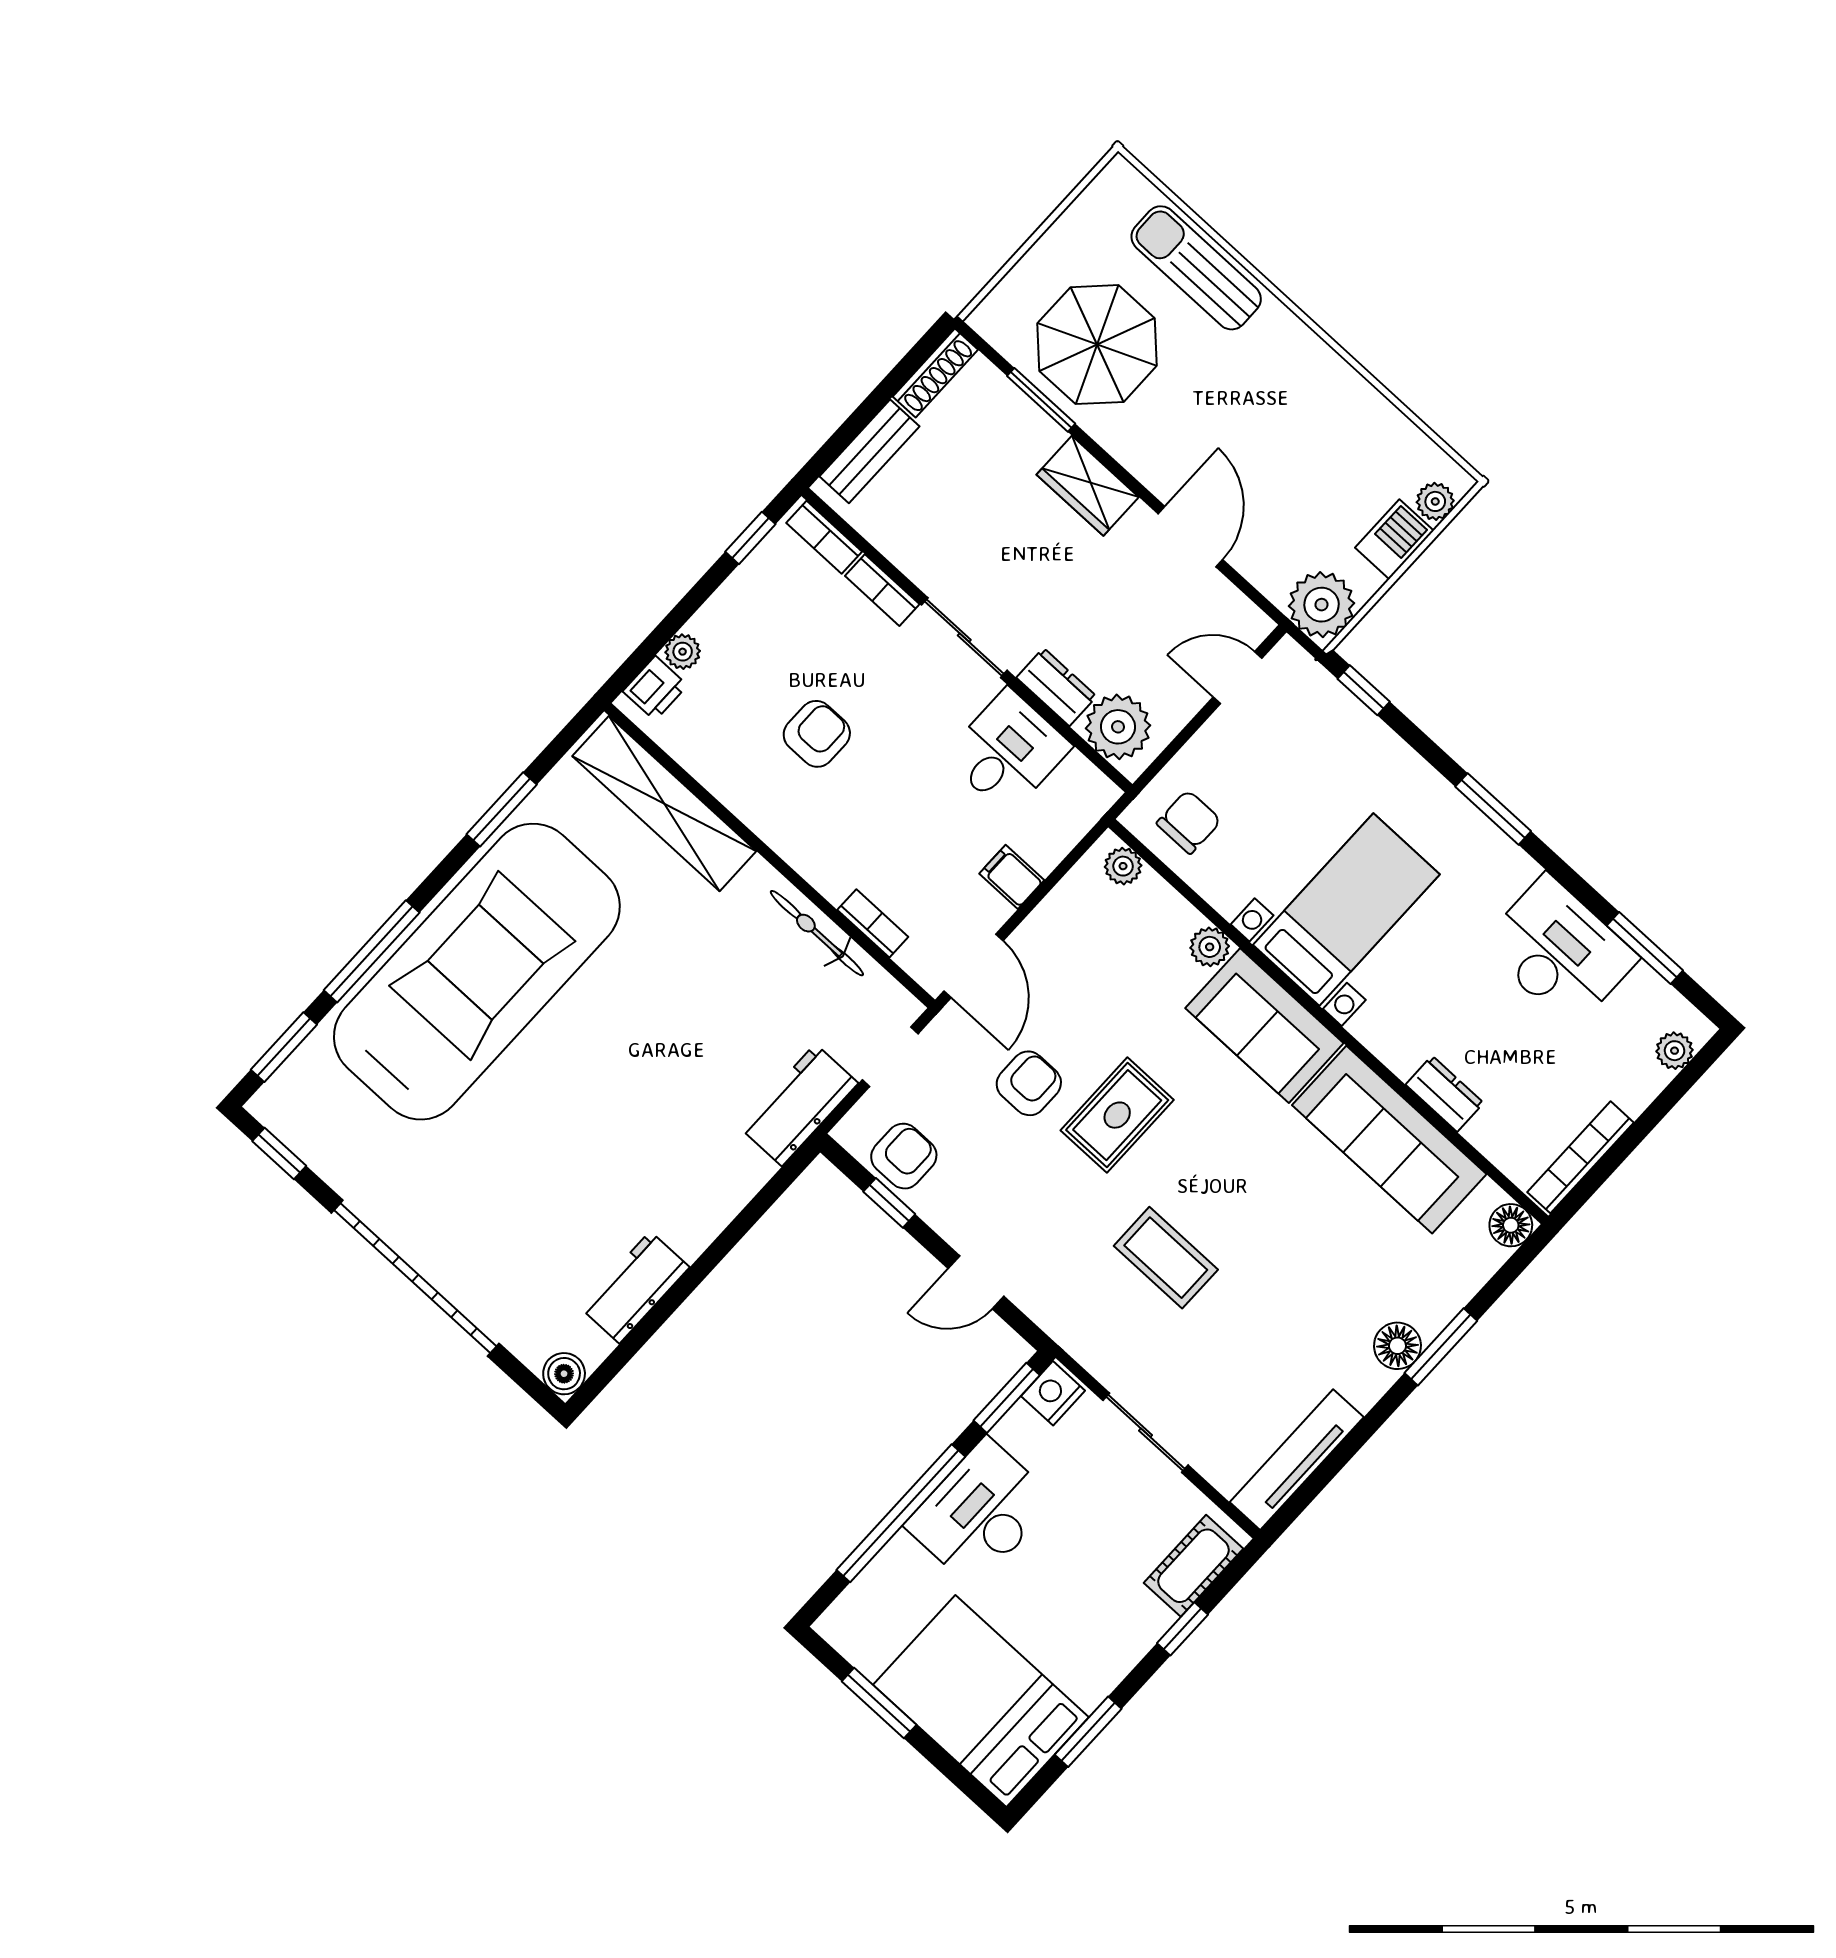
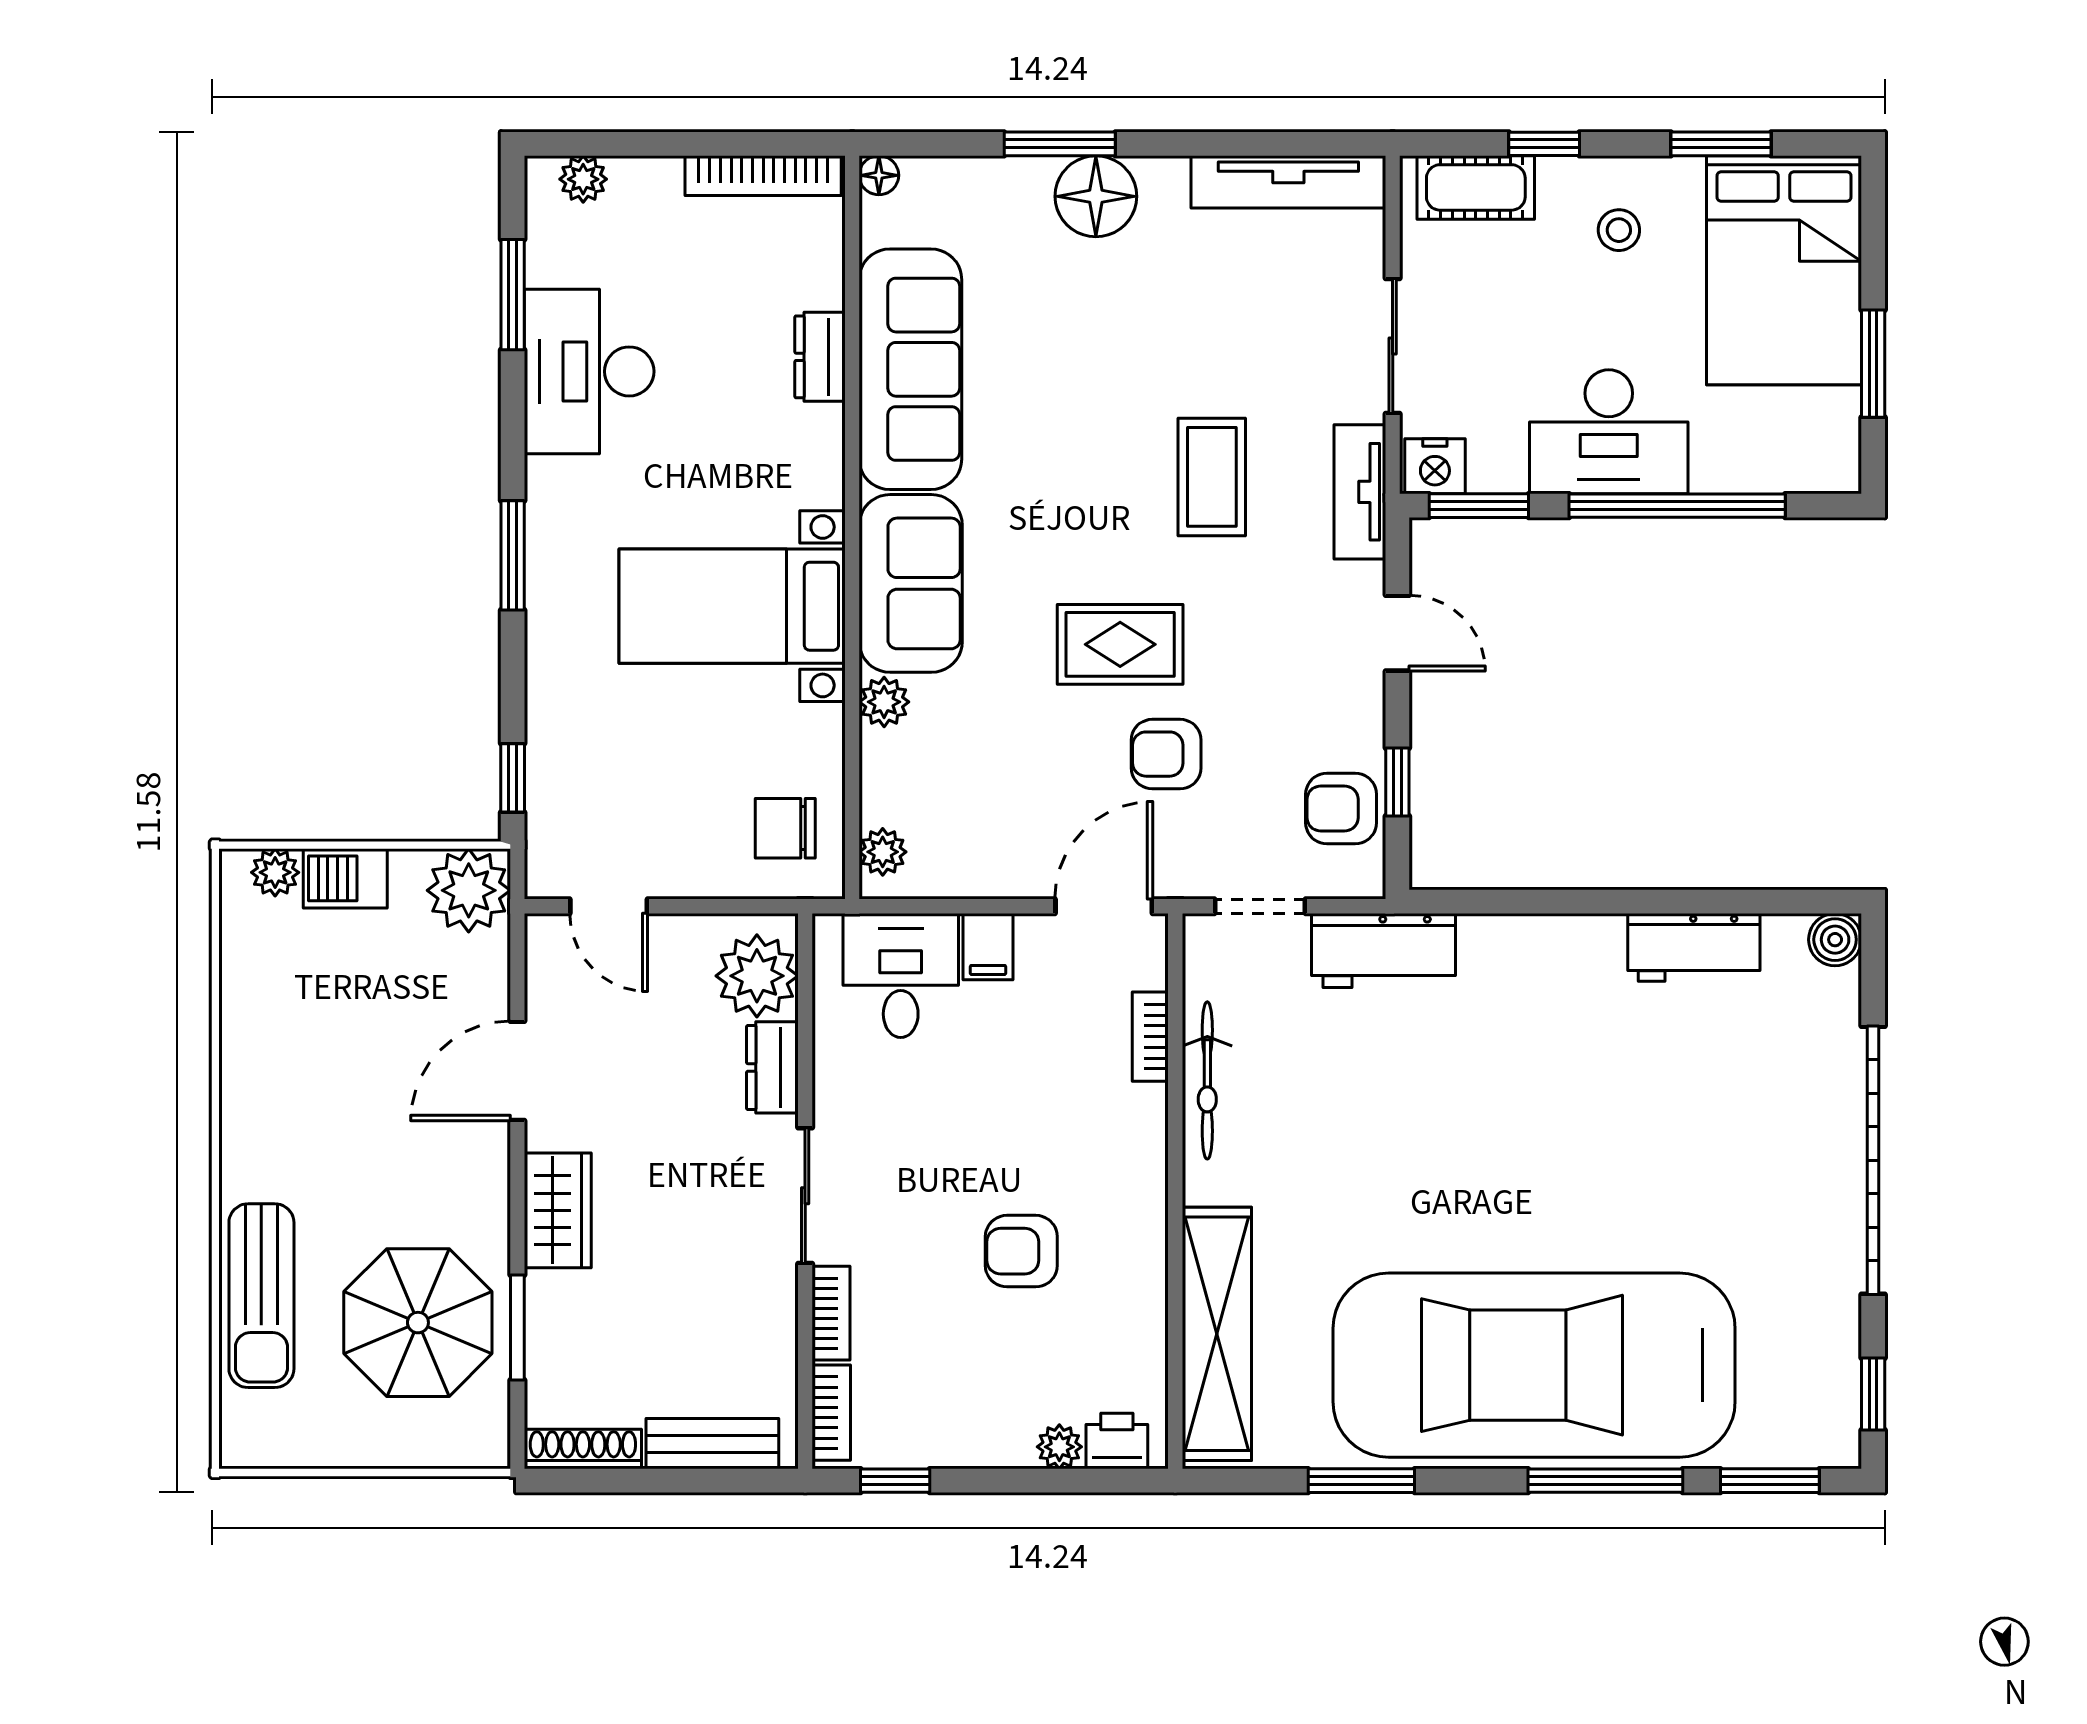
desk: (1008, 752) -> (901, 975), moved, turned 90
floor lamp: (1511, 1225) -> (879, 175), width x0.73, depth x0.73
tv unit: (1078, 1336) -> (1360, 492), added
floor lamp: (1397, 1346) -> (1096, 196), width x1.38, depth x1.38
stool: (1092, 1626) -> (1619, 230), added

